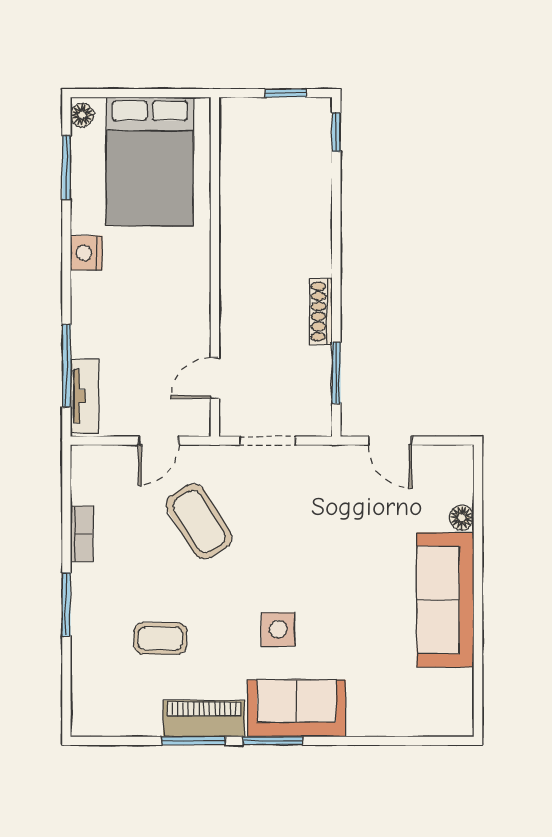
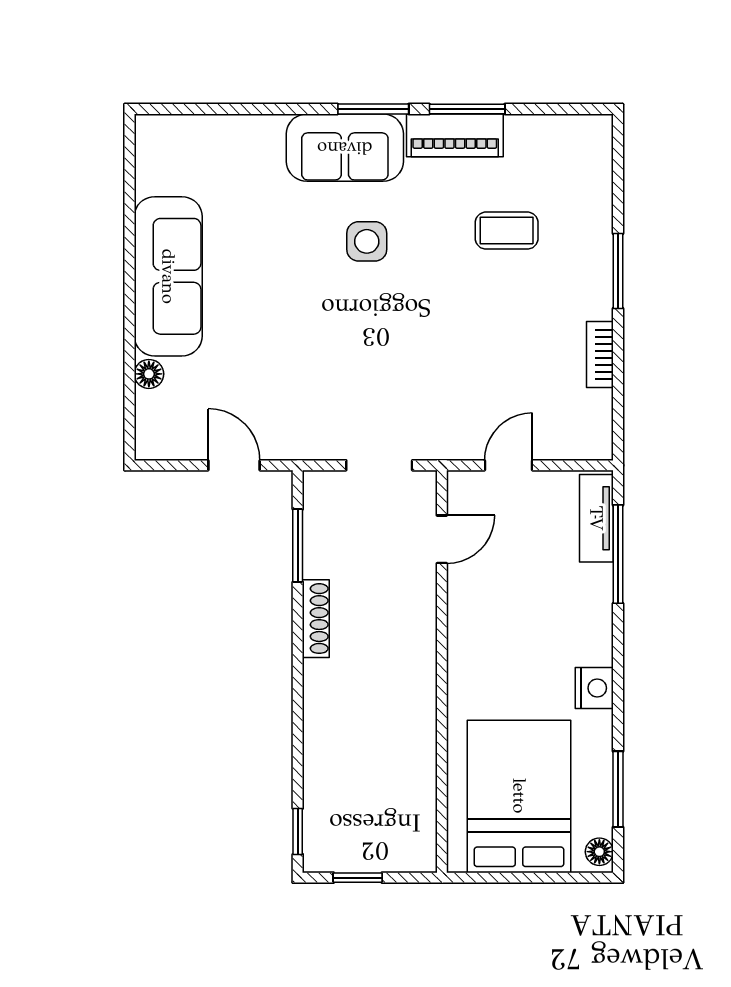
coffee table: (199, 521) -> (461, 369), removed

